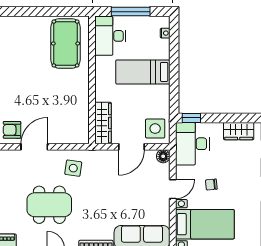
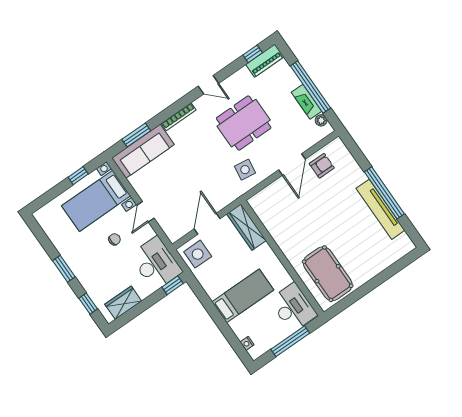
floor lamp: (163, 156) -> (174, 235), removed

